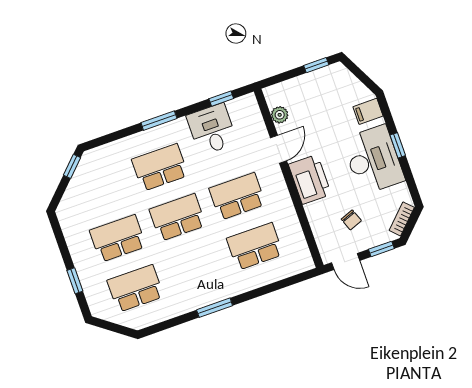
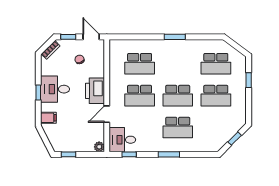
plant: (280, 115) -> (99, 147), moved
desk: (212, 129) -> (122, 140), moved, turned 90
desk: (373, 160) -> (55, 89), width x0.73
window: (72, 166) -> (235, 139), moved

